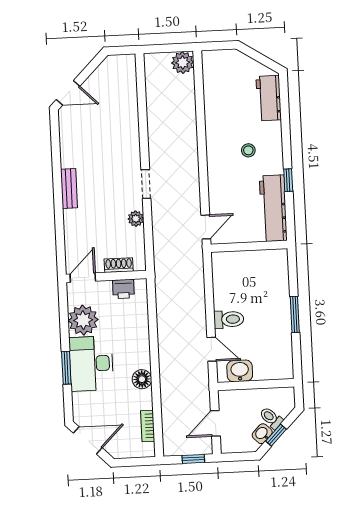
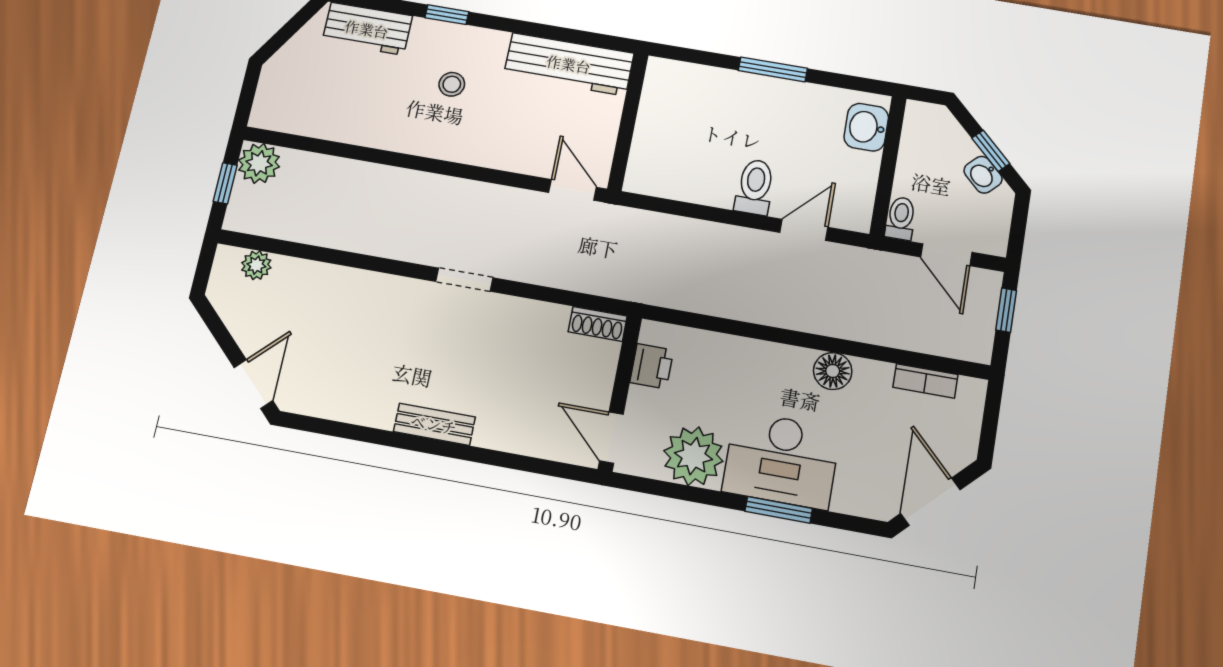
window: (168, 48) -> (225, 183), added
window: (288, 180) -> (447, 15), moved
plant: (136, 219) -> (256, 265), moved
shoe rack: (119, 265) -> (598, 324), moved, turned -90
washbasin: (240, 371) -> (866, 127), moved
toilet: (271, 418) -> (901, 218), moved, turned 136

